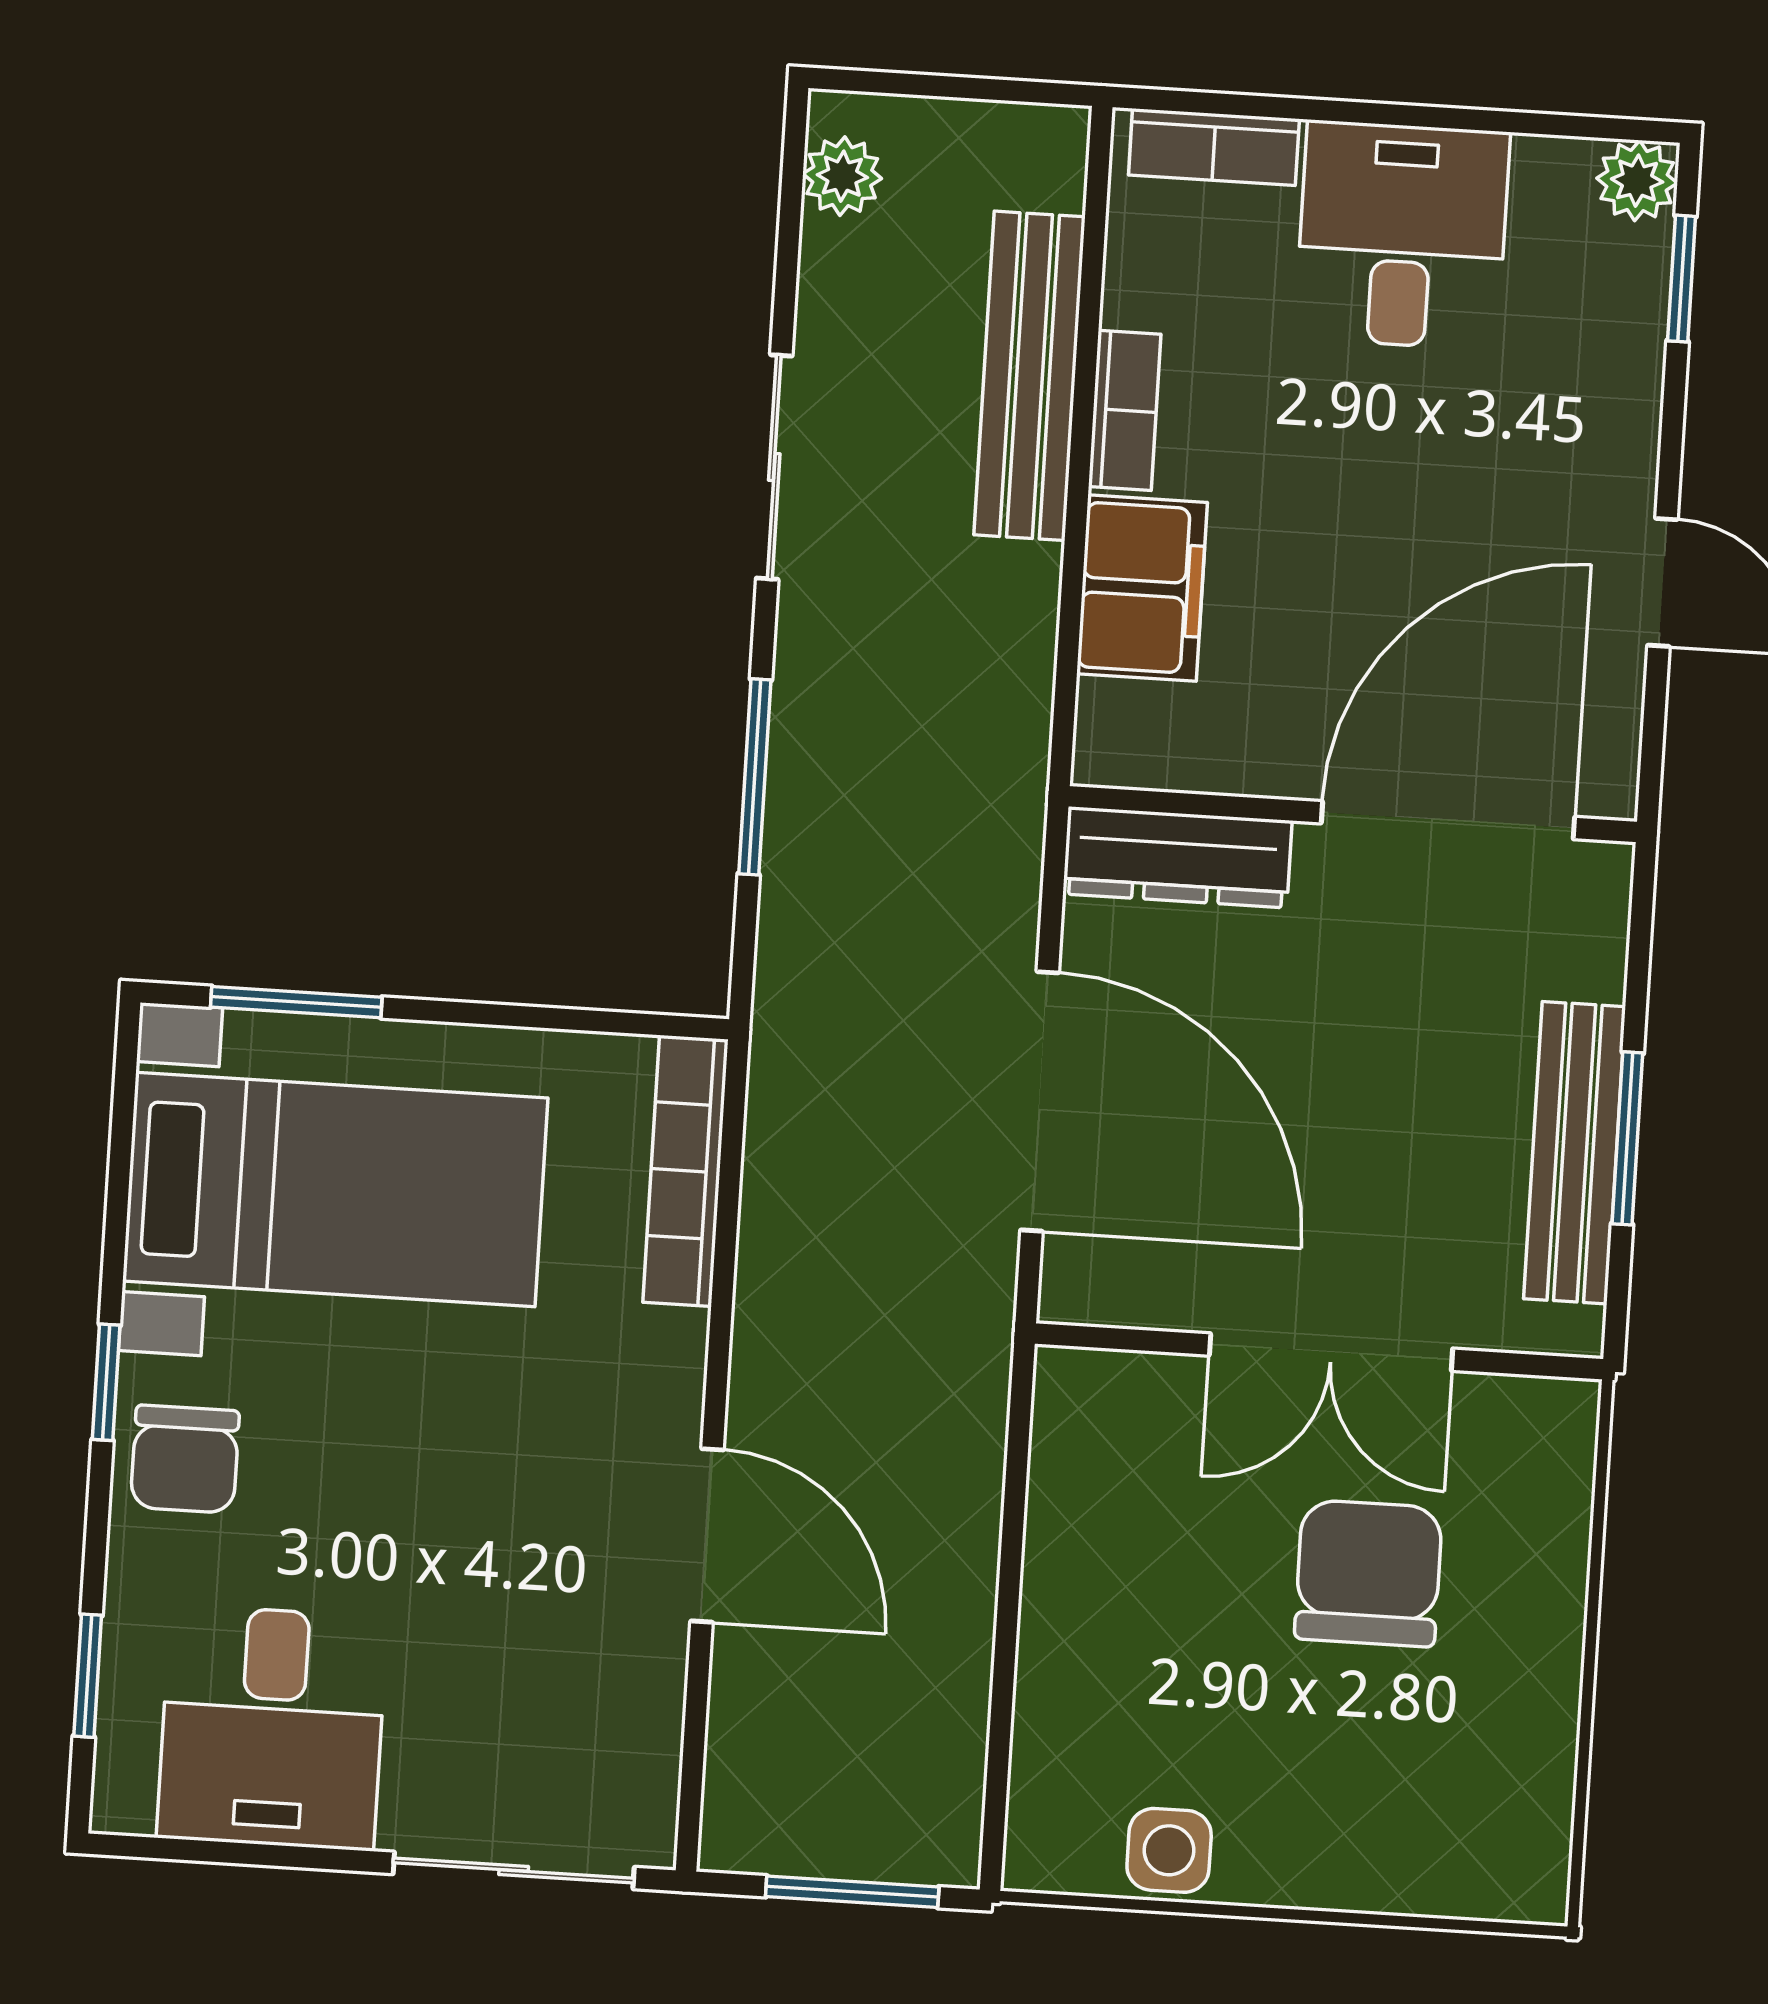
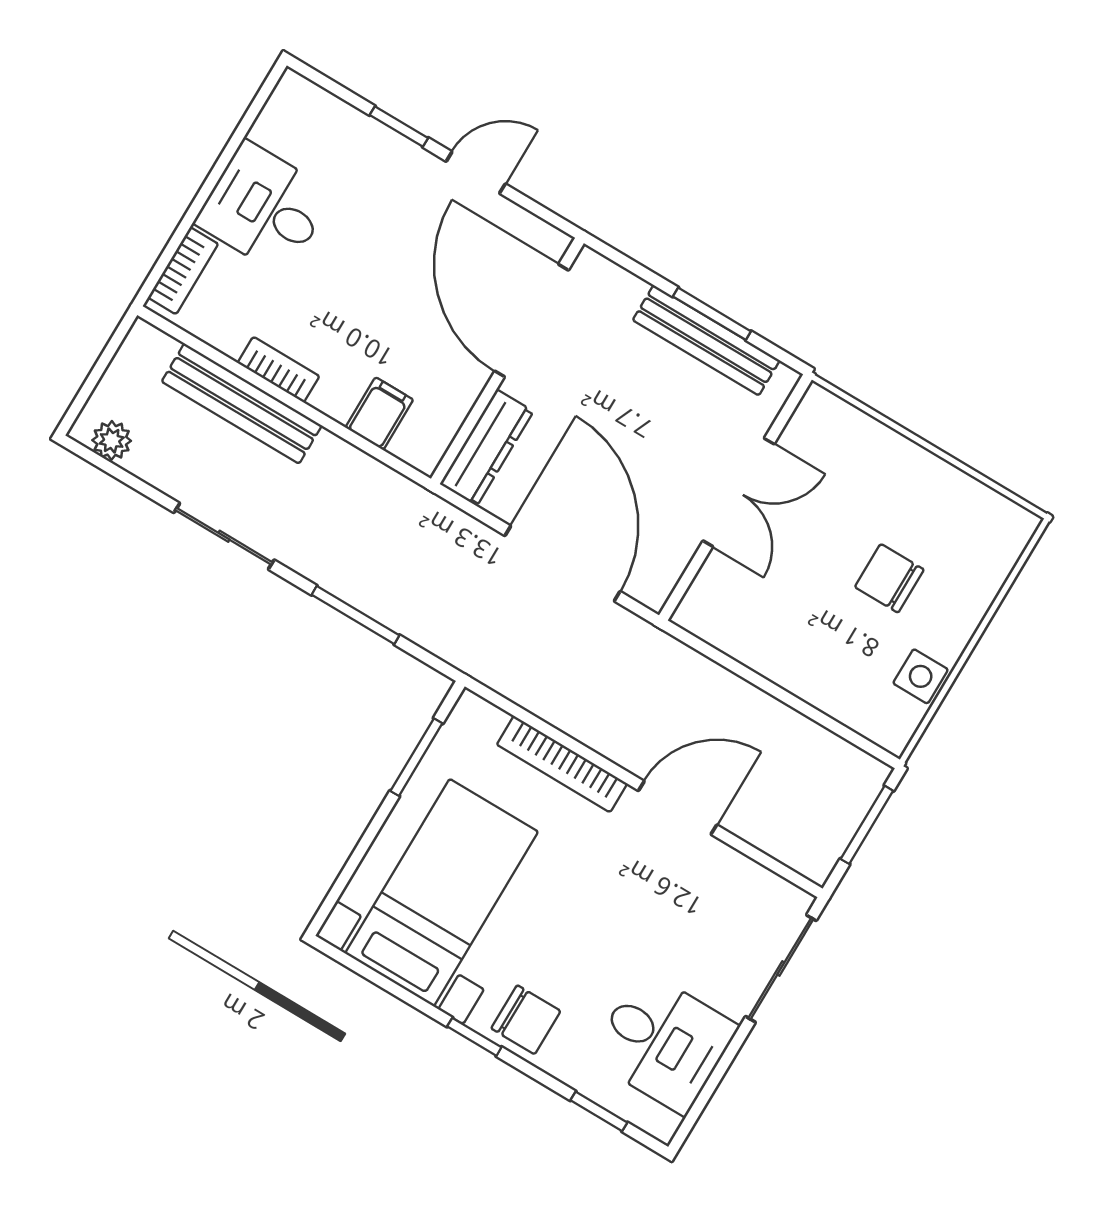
plant: (1637, 181) -> (294, 93), removed
window: (1682, 279) -> (399, 126), moved
filing cabinet: (1142, 588) -> (379, 414), width x0.50
window: (296, 1002) -> (416, 757), moved
door: (1040, 1101) -> (562, 563), hinge flipped
bookcase: (685, 1171) -> (562, 764), moved
chair: (1368, 1573) -> (889, 578), moved, width x0.73, depth x0.73

